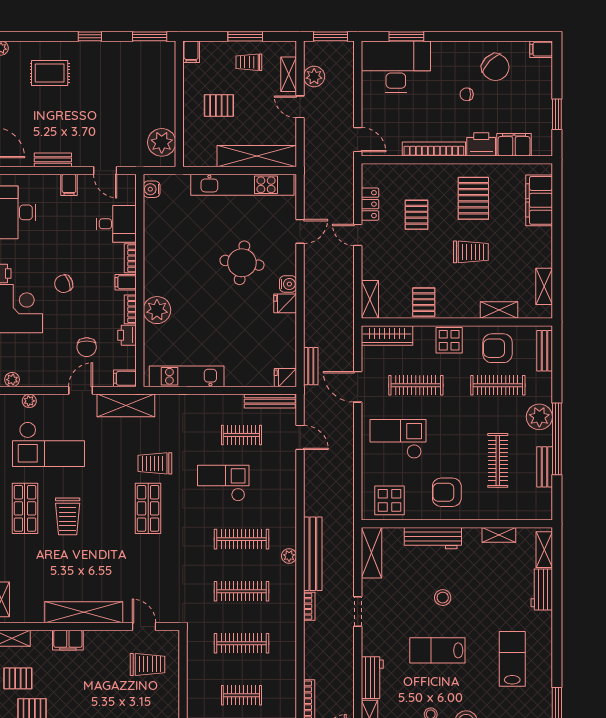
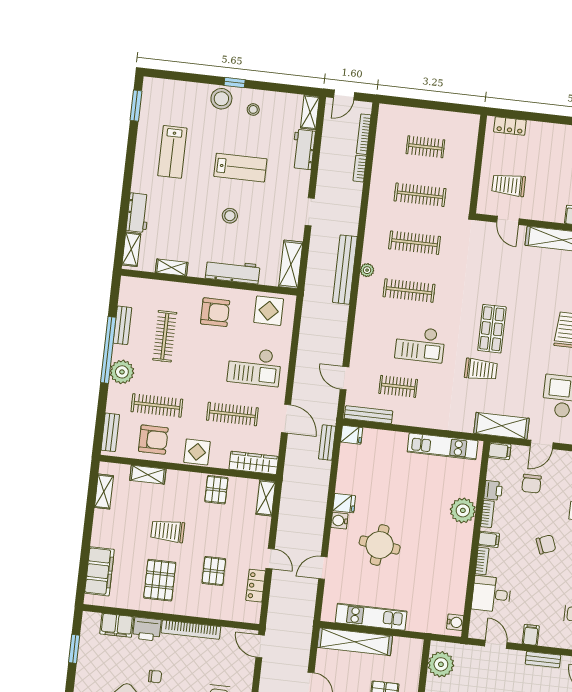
kitchen unit: (242, 185) -> (371, 617), width x0.73
chair: (87, 347) -> (532, 484), turned 180
bookcase: (309, 606) -> (360, 169), moved

